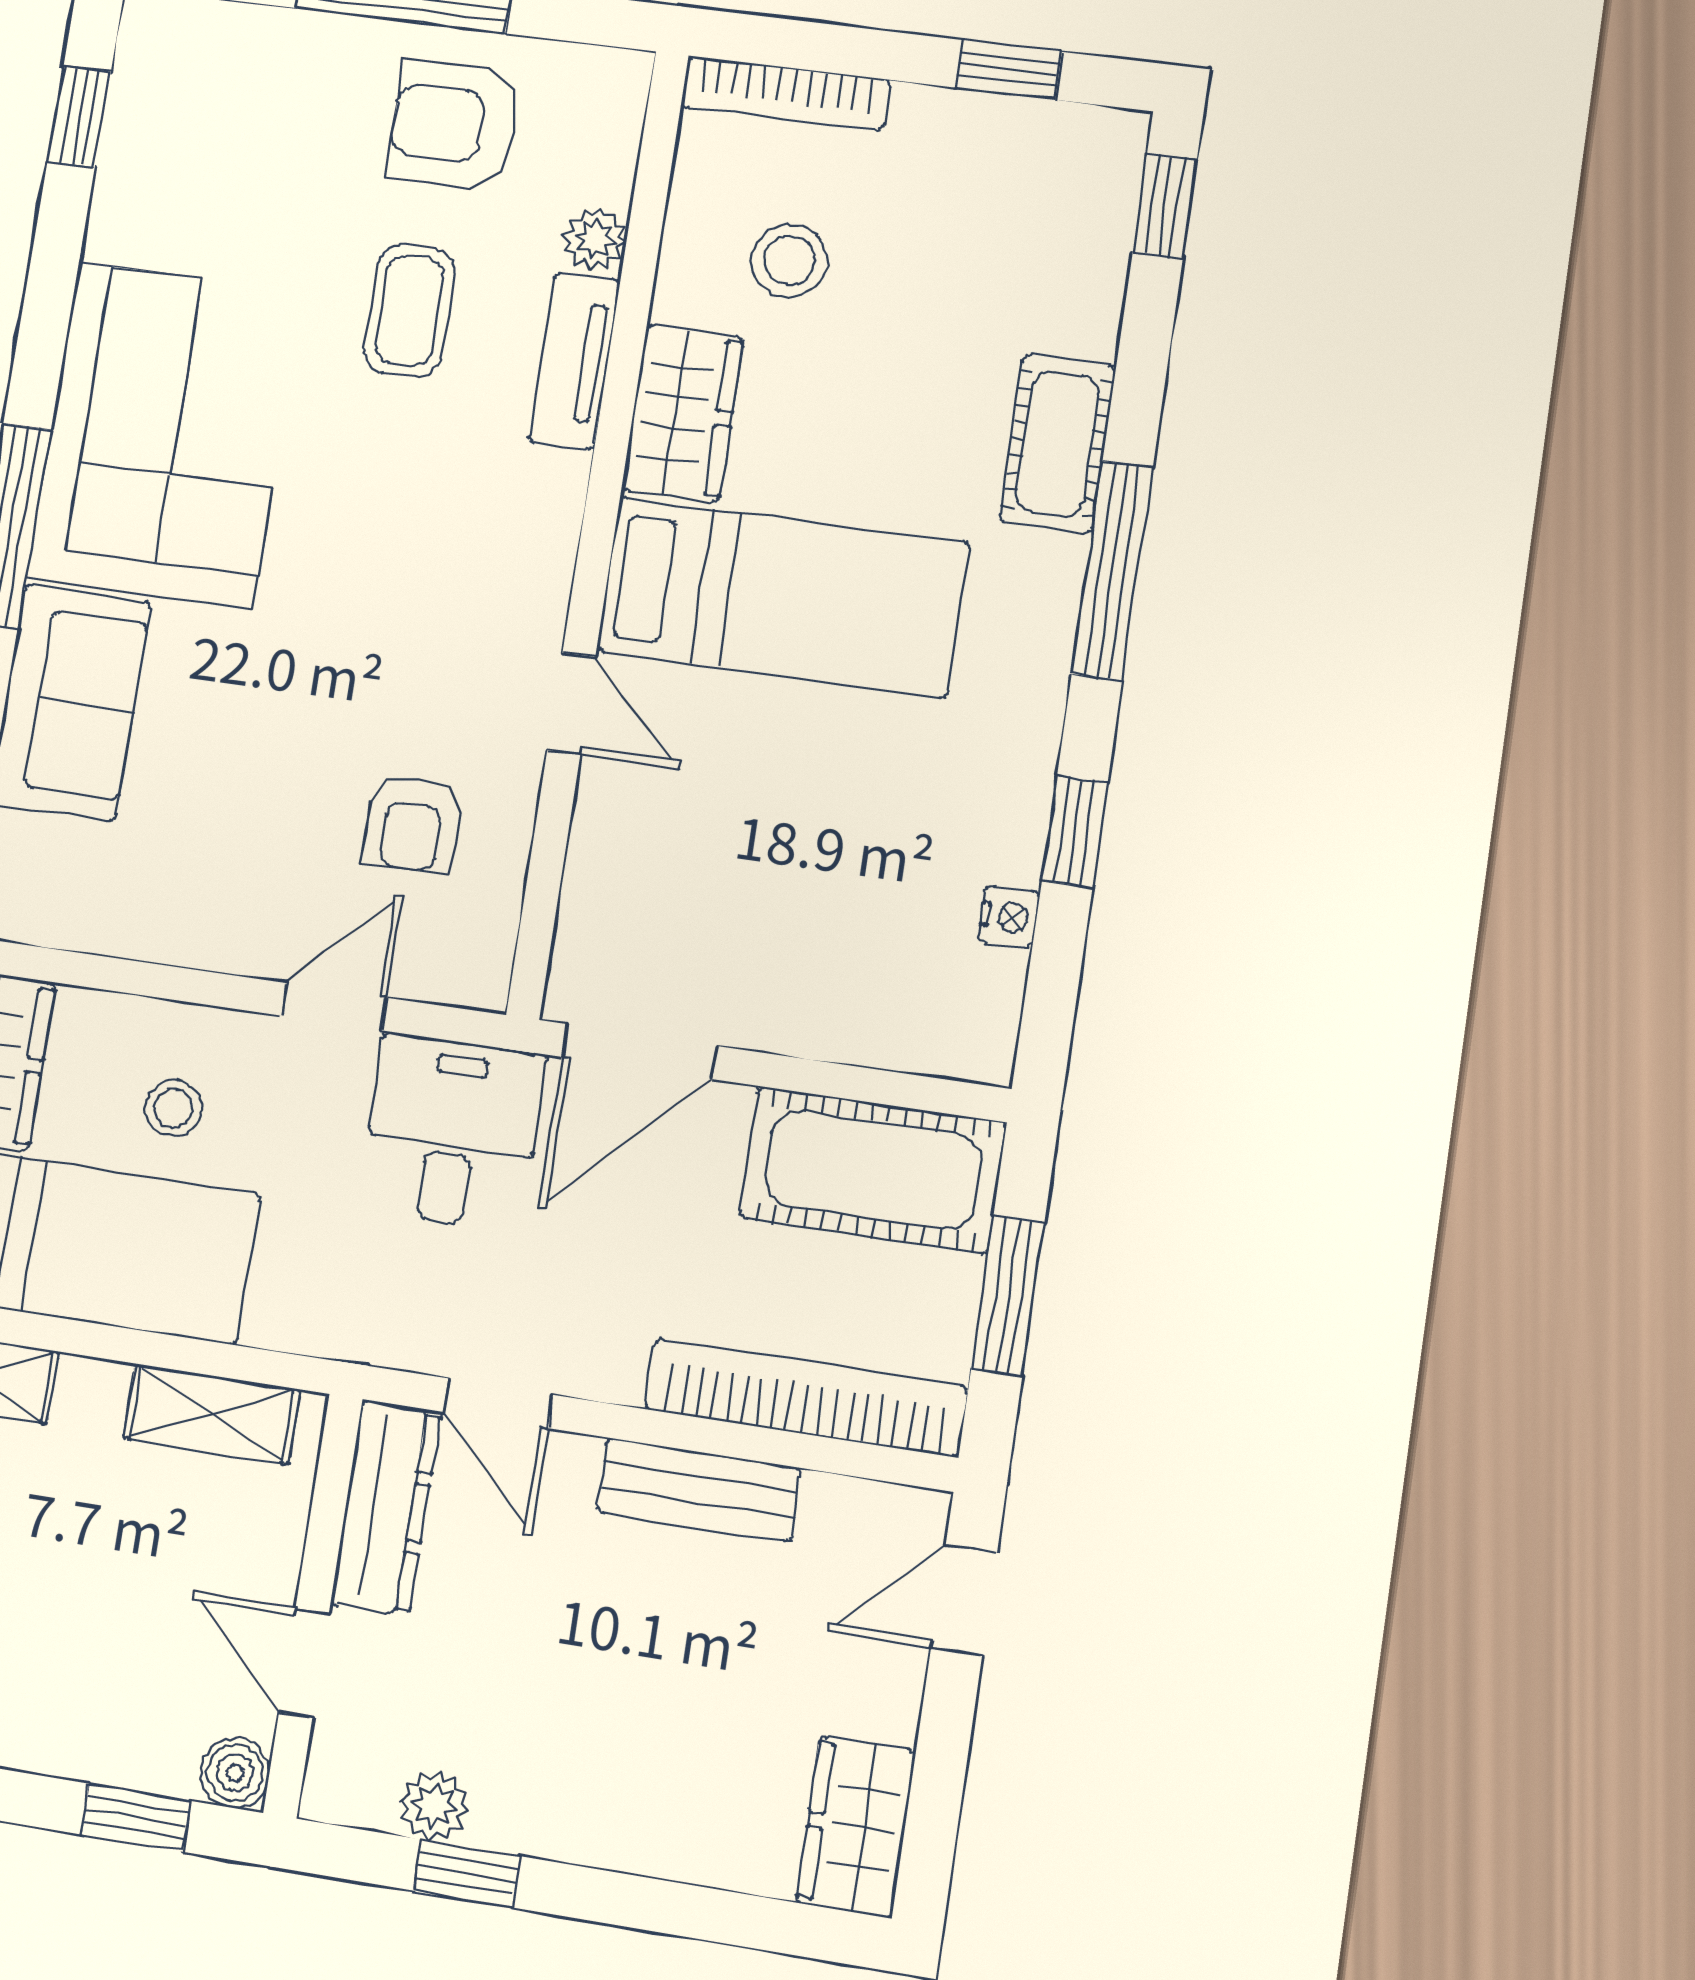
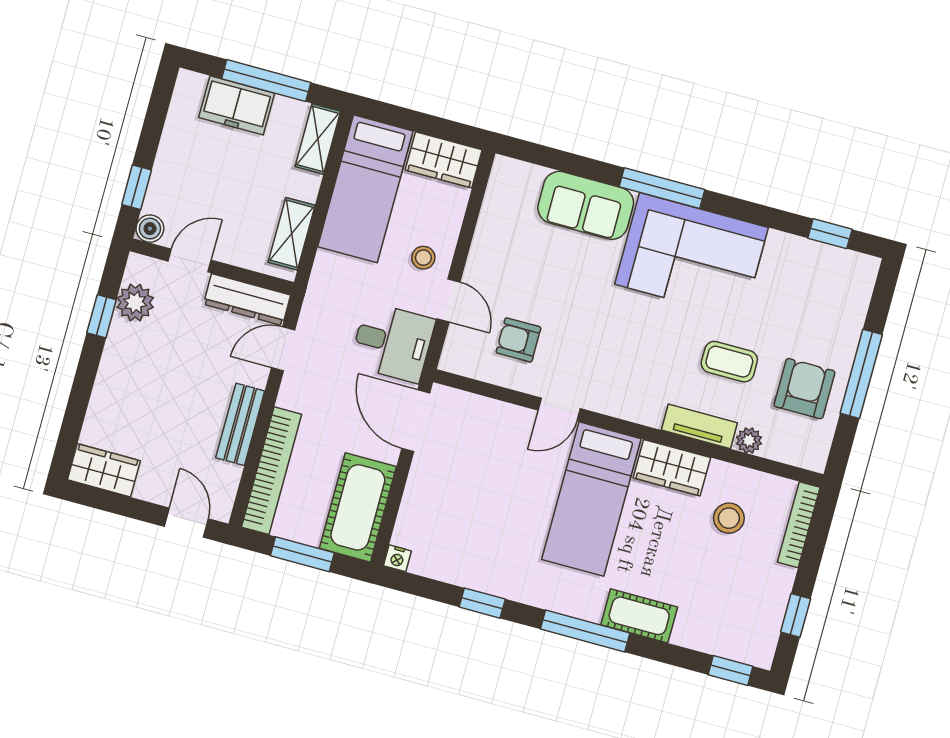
nightstand: (1009, 917) -> (397, 558), moved
stool: (173, 1108) -> (423, 258), moved
plant: (434, 1806) -> (135, 303), width x1.38, depth x1.38

